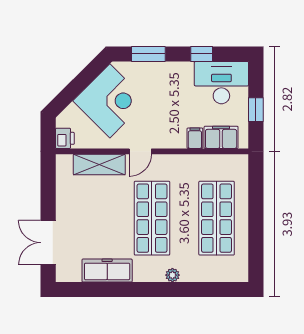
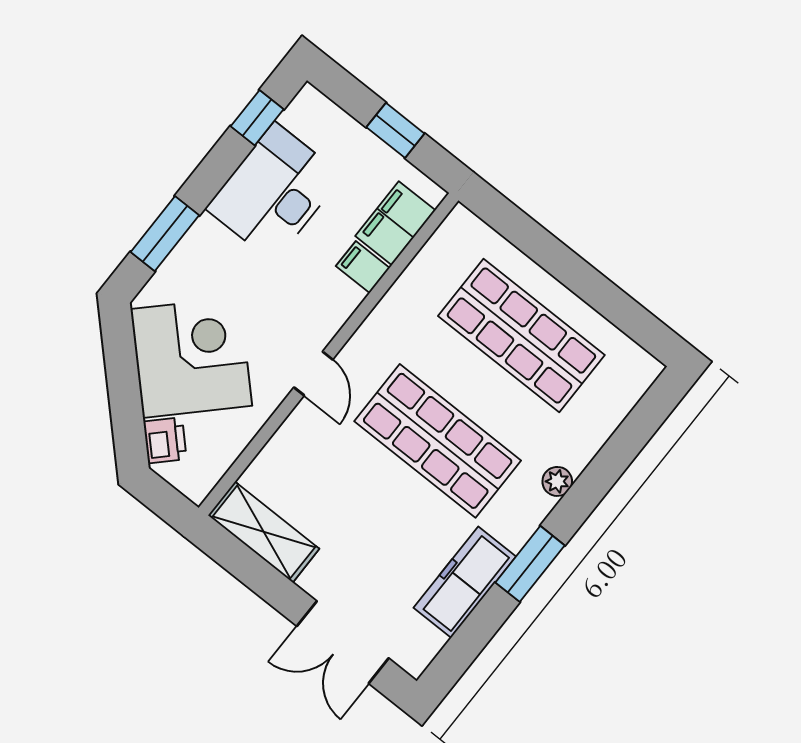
window: (202, 54) -> (257, 118), moved
desk: (221, 83) -> (274, 192), moved
printer: (65, 138) -> (165, 440), moved, turned 45
shelving: (99, 165) -> (264, 532), moved, turned 90
window: (133, 290) -> (530, 564), added

